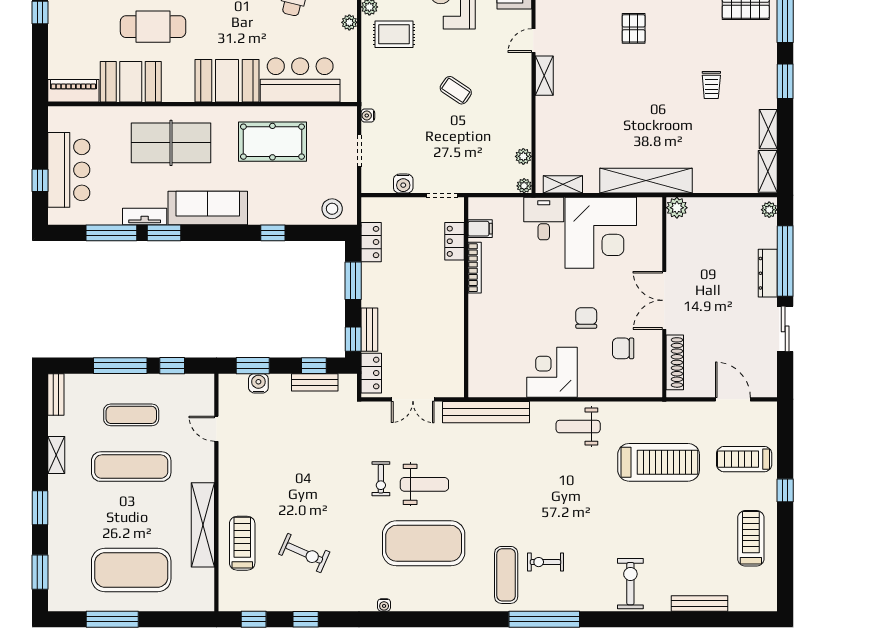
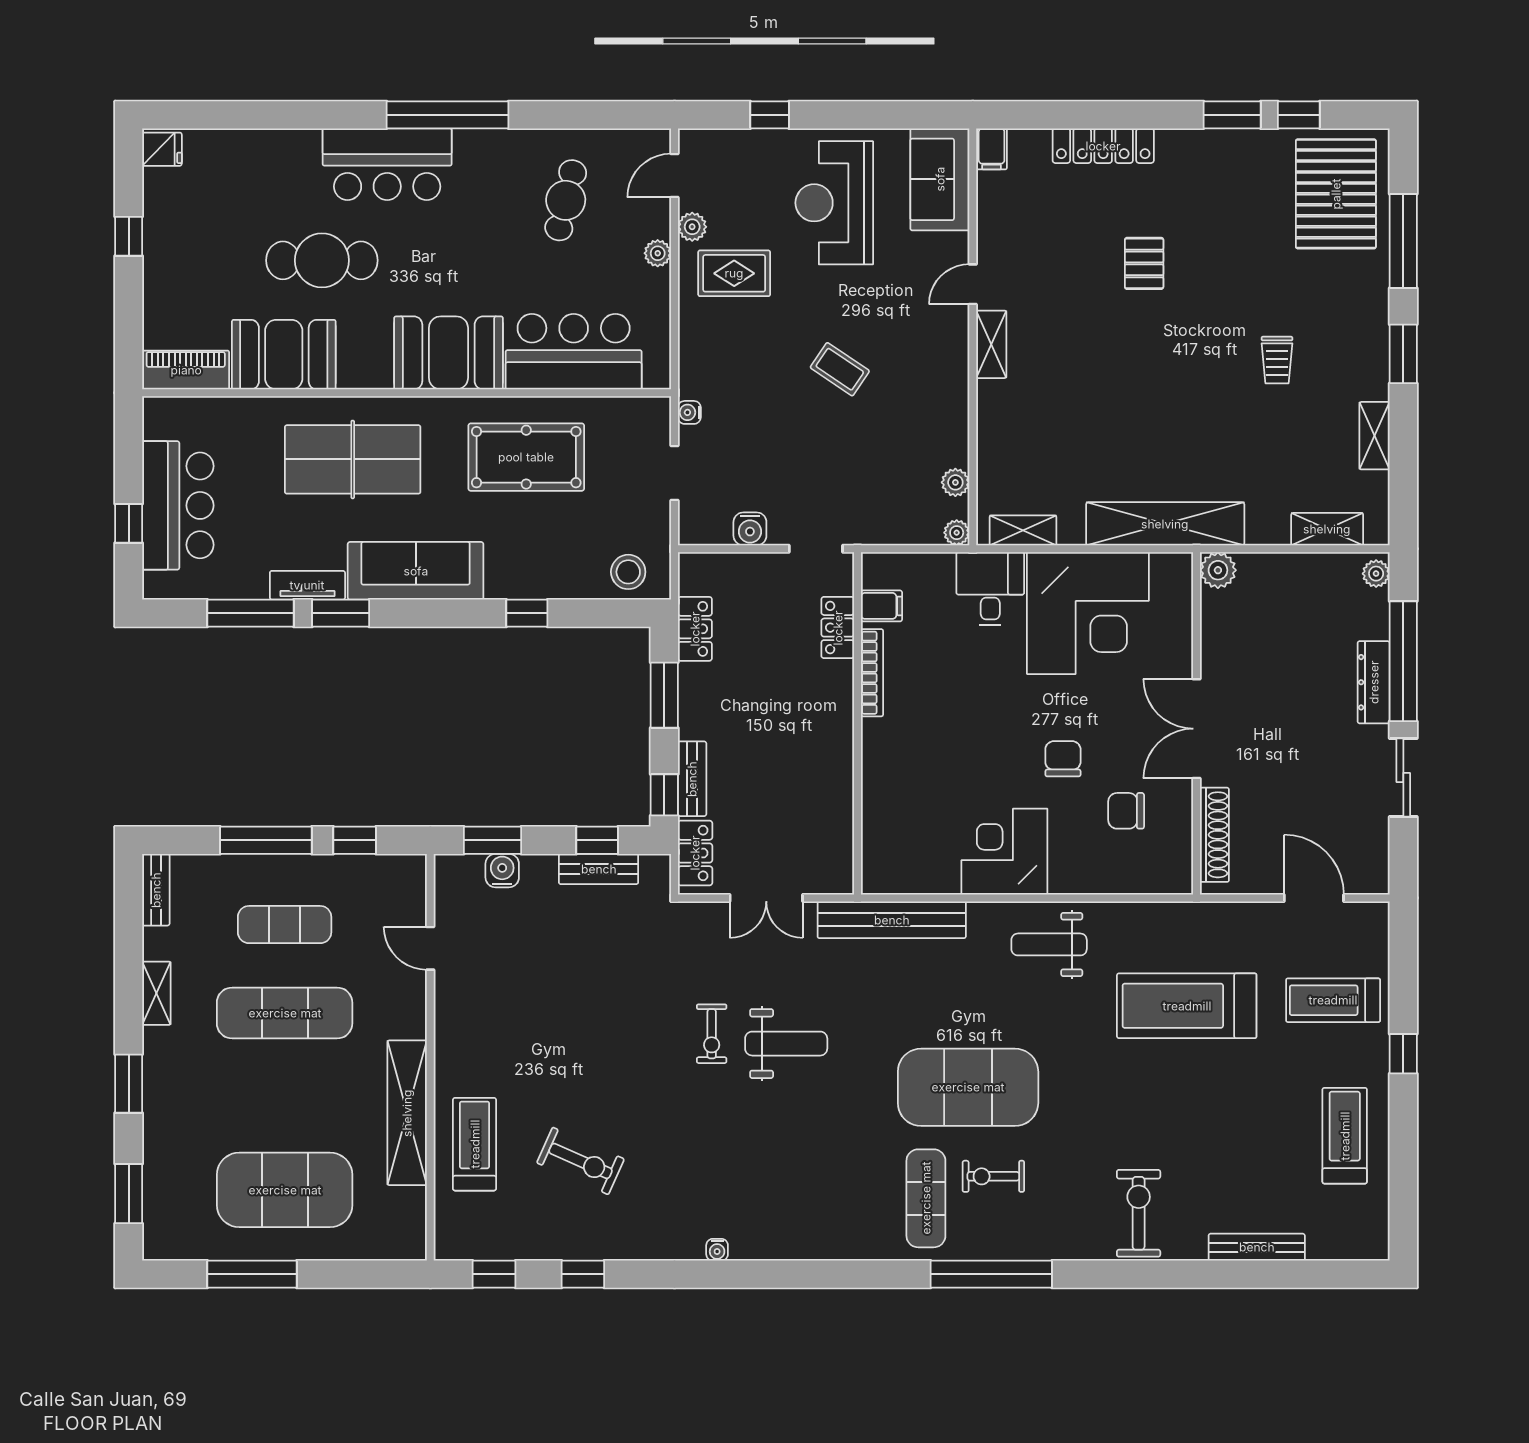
shelving: (768, 171) -> (1327, 529), moved, turned 90
treadmill: (659, 462) -> (1187, 1006), turned 180
exercise mat: (424, 543) -> (968, 1087), moved

